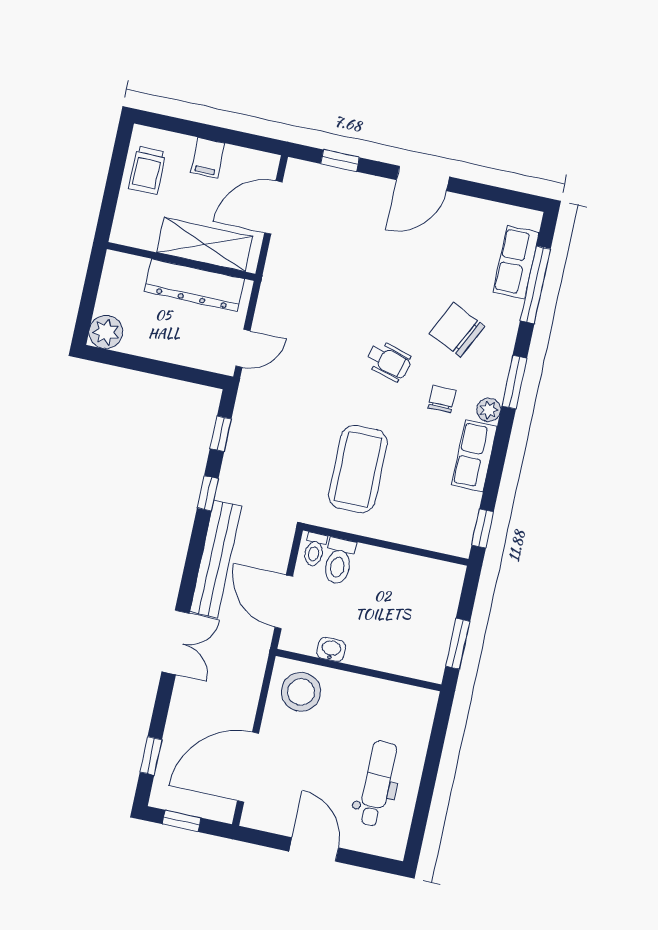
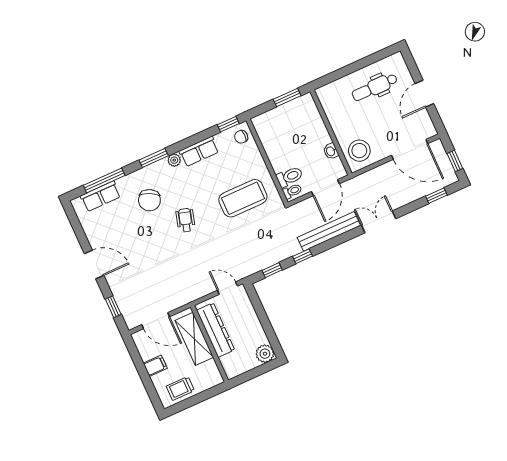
trolley: (147, 170) -> (180, 388), turned 180
chair: (442, 399) -> (241, 137), moved

